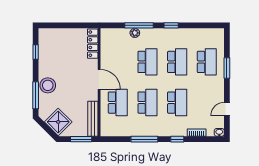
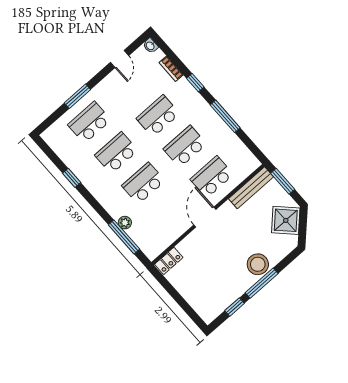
window: (139, 25) -> (124, 237), moved
window: (171, 25) -> (72, 178), moved
locker: (93, 44) -> (169, 261), width x0.66
window: (36, 95) -> (262, 283), moved
door: (227, 109) -> (120, 59), hinge flipped

